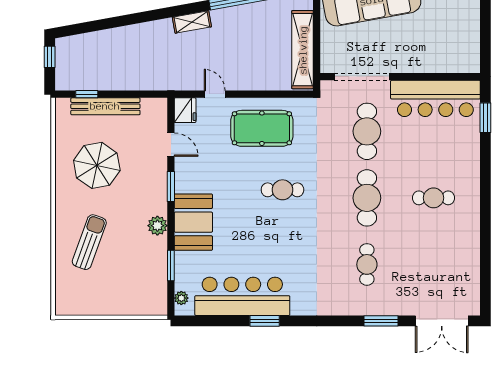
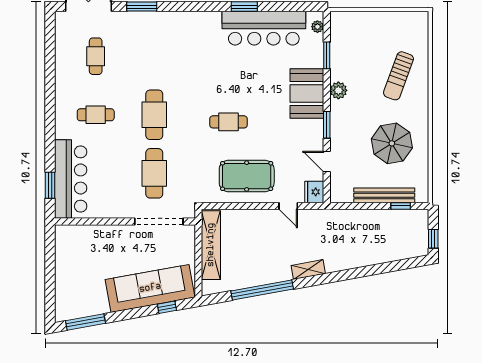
bar counter: (435, 98) -> (71, 179), moved, turned 90
cafe table: (367, 264) -> (96, 56), moved

